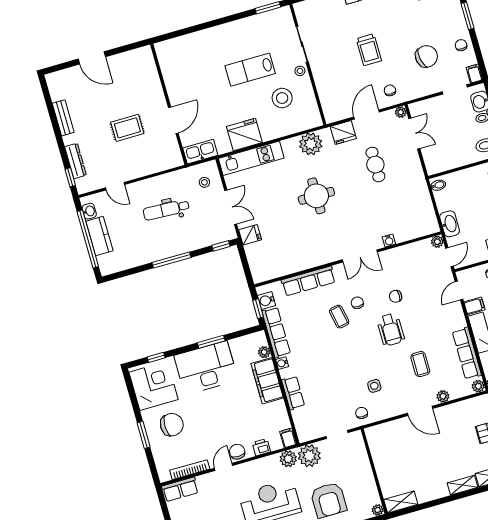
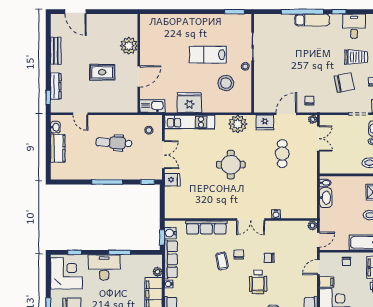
trolley: (369, 50) -> (356, 57), moved, turned -90
door: (92, 58) -> (75, 12), moved
plant: (151, 86) -> (129, 46), added
washbasin: (450, 224) -> (326, 198), moved
window: (88, 239) -> (48, 148), removed
desk: (206, 368) -> (104, 267), width x0.73, depth x0.77

